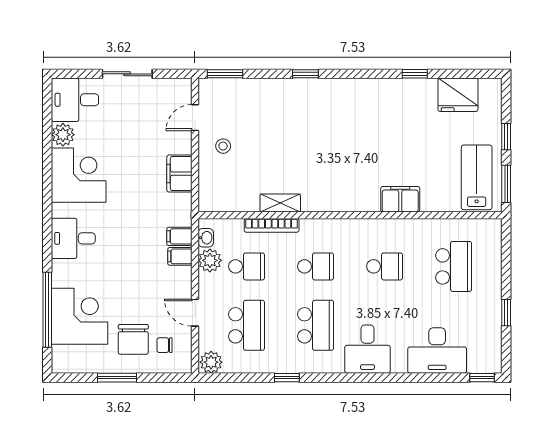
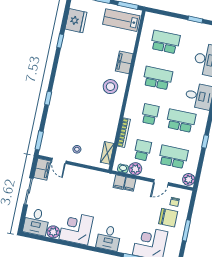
filing cabinet: (179, 174) -> (42, 169), moved, turned -90
stool: (351, 183) -> (110, 87), added
shelving: (280, 203) -> (107, 153), moved
school desk: (385, 266) -> (158, 78), width x1.85

